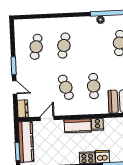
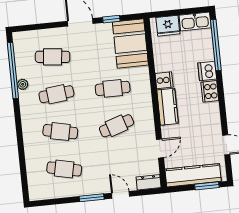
cafe table: (92, 44) -> (56, 94), added
door: (15, 87) -> (121, 195), hinge flipped
door: (47, 118) -> (160, 149), swing flipped

